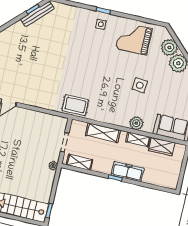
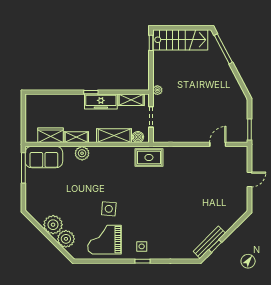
grand piano: (134, 39) -> (104, 240), turned 180
side table: (140, 85) -> (109, 209), moved
boiler: (81, 126) -> (138, 137), added
freezer: (127, 172) -> (101, 102), moved

